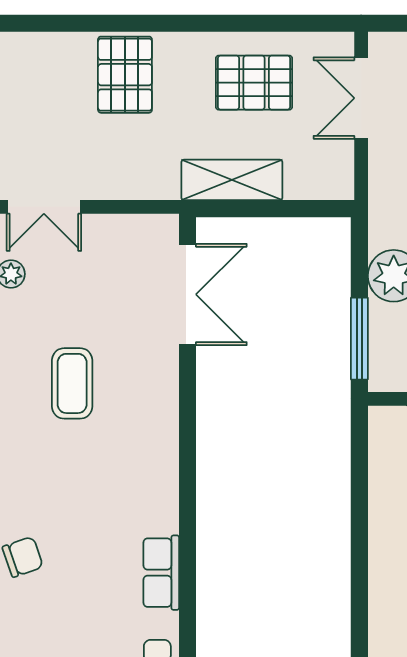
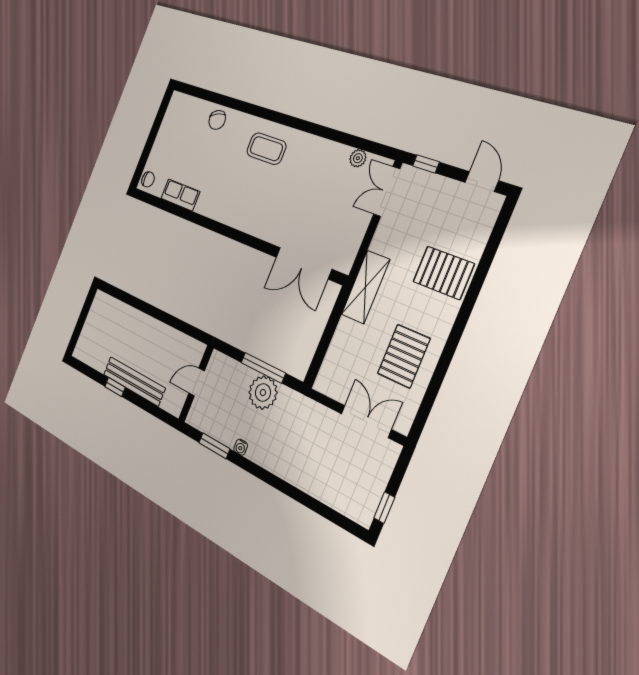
shelving: (232, 180) -> (366, 287), moved
window: (359, 339) -> (263, 368), moved
coffee table: (72, 383) -> (266, 149), moved

